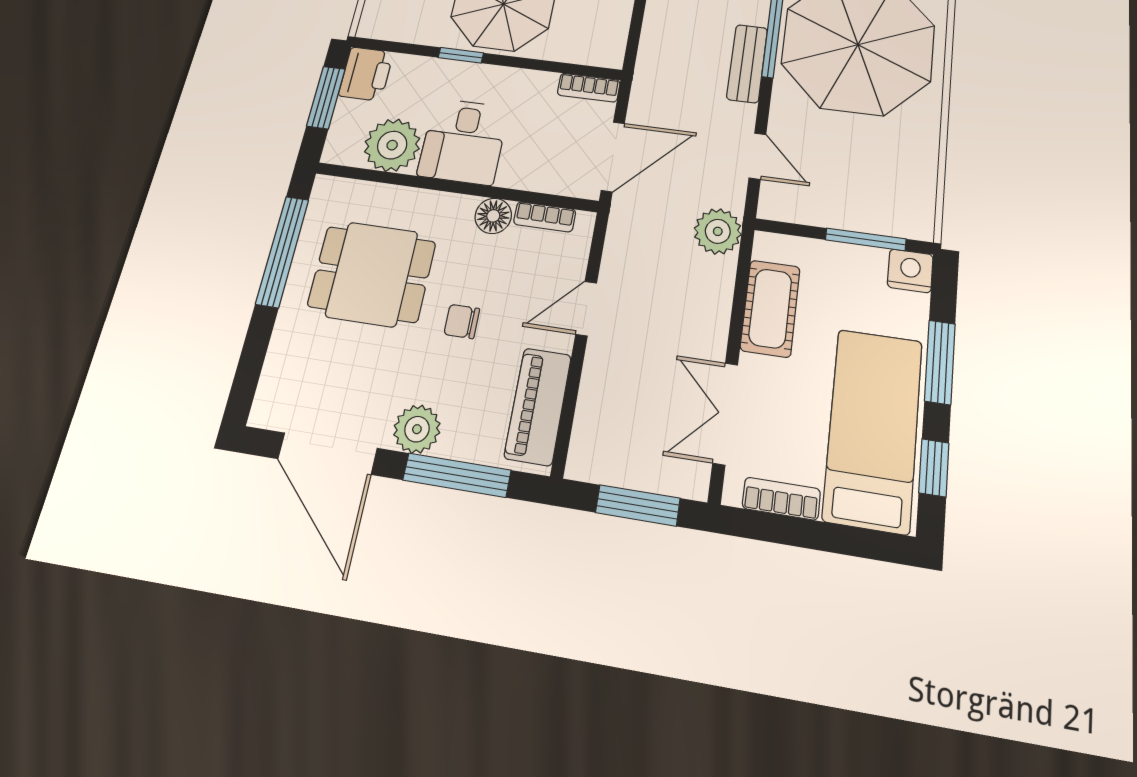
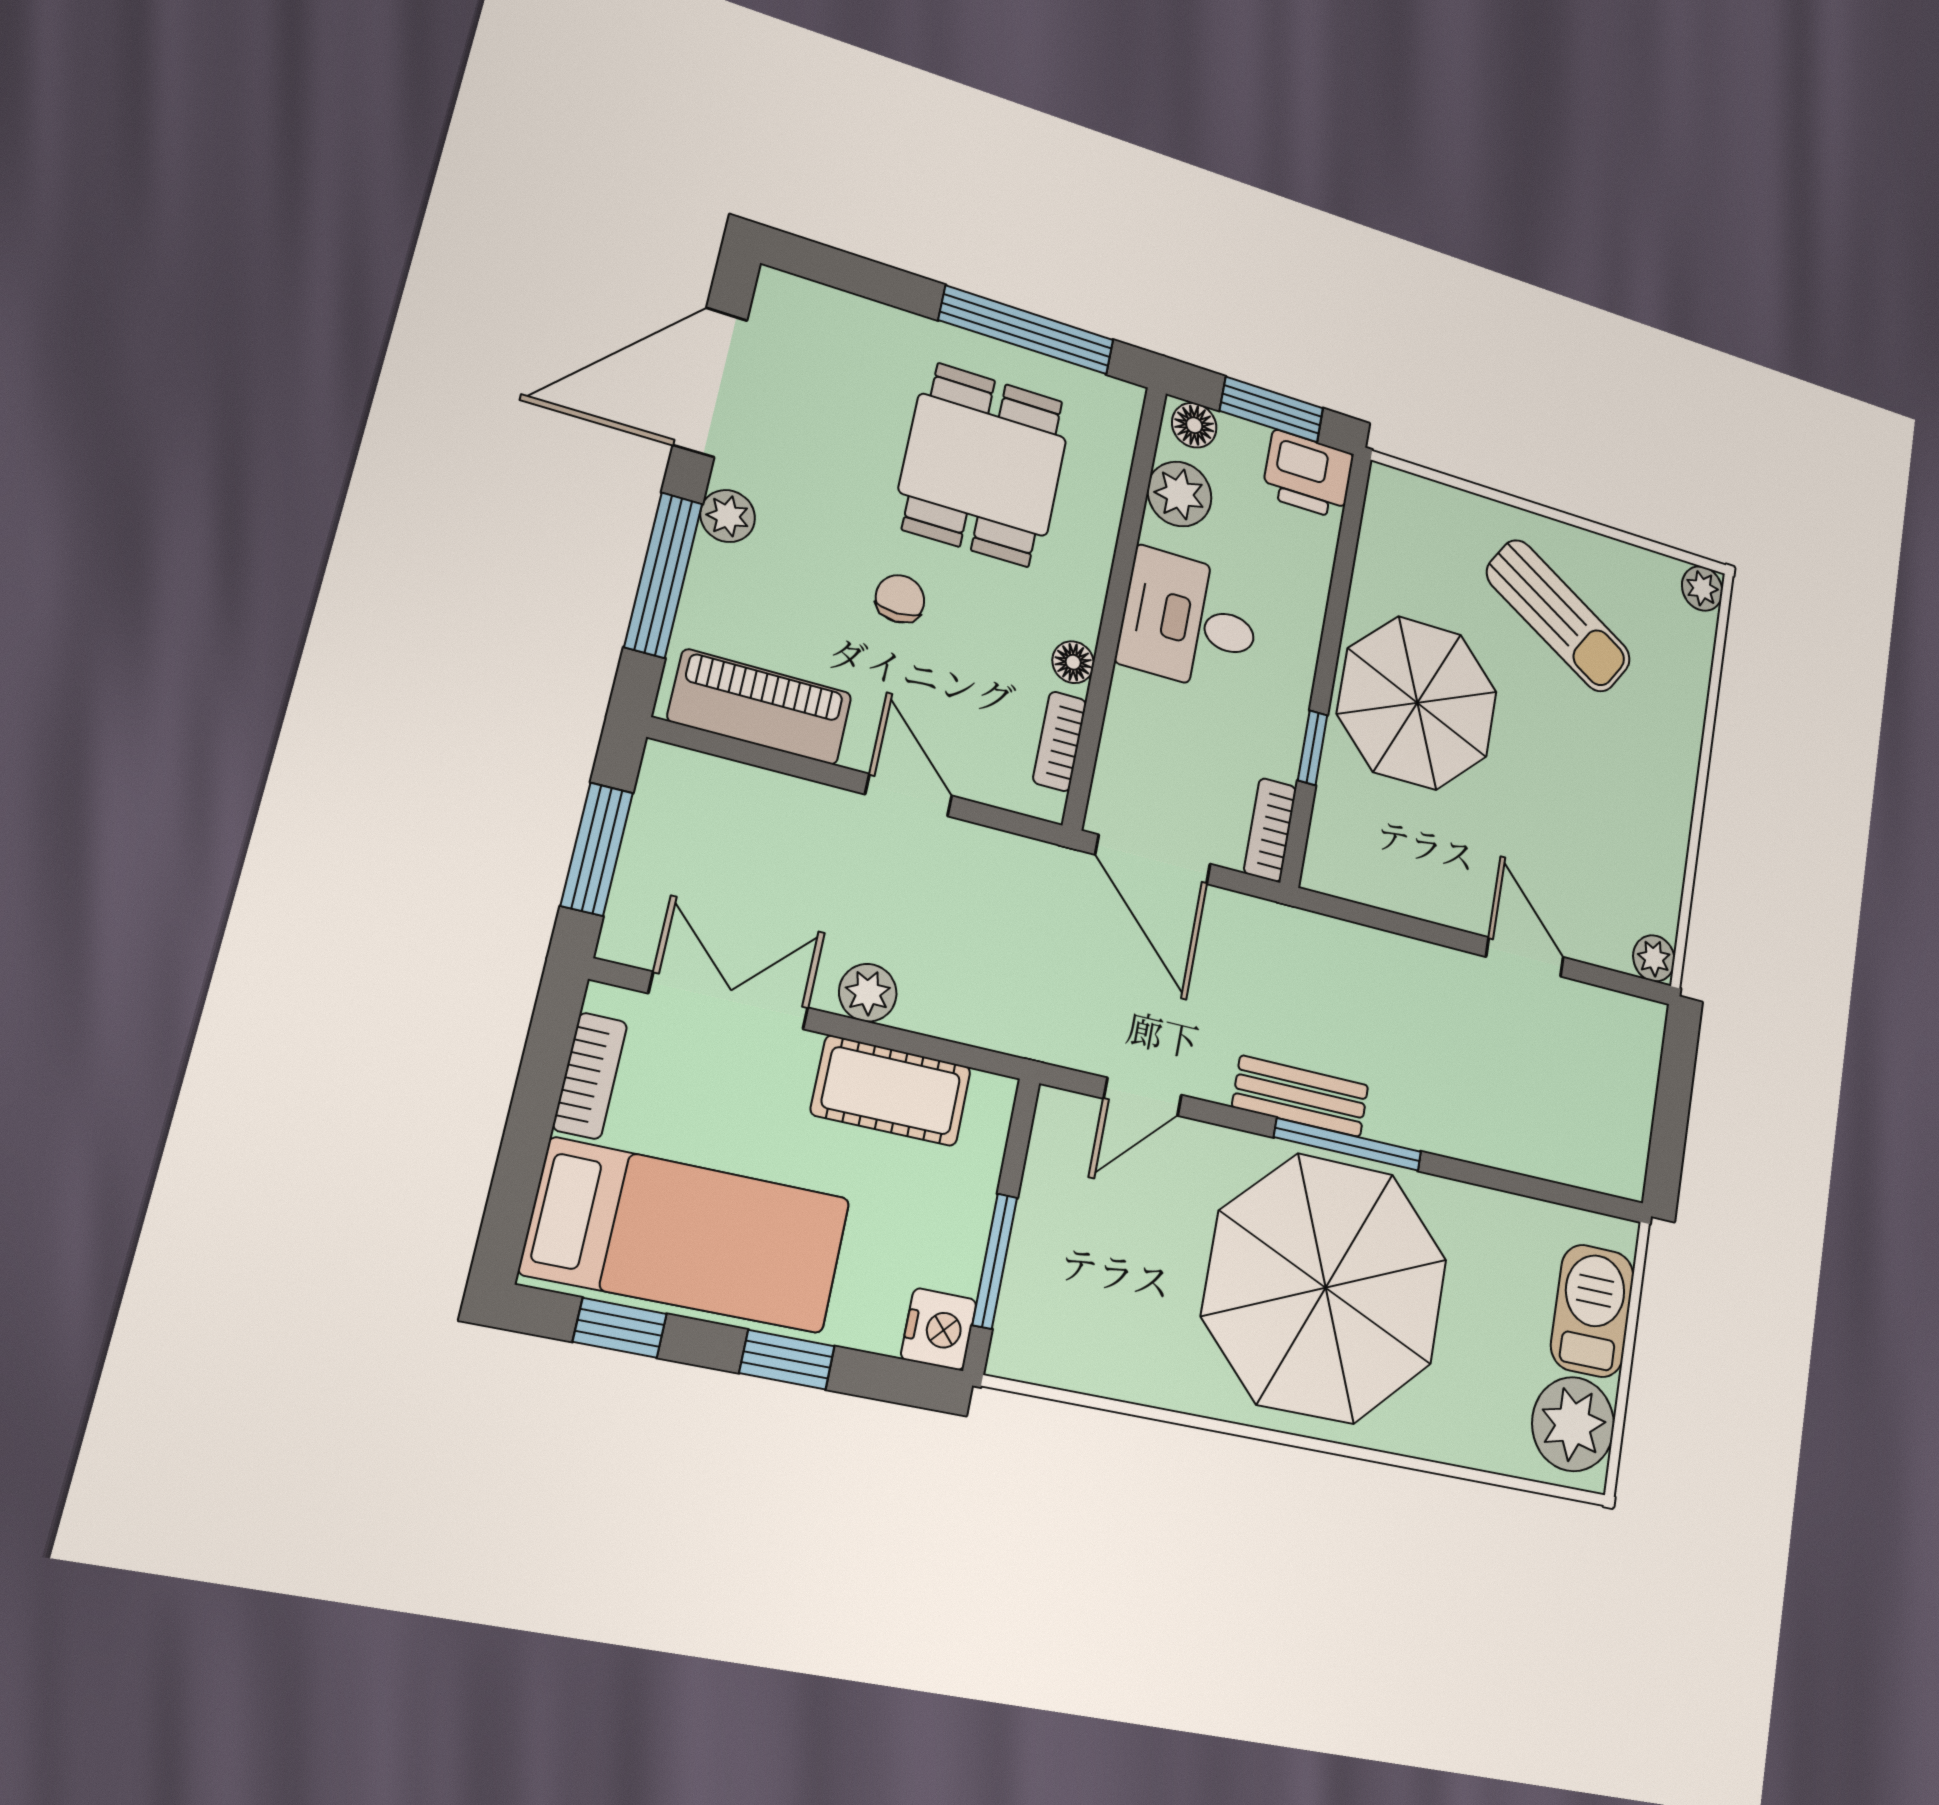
window: (461, 55) -> (1313, 748), moved
floor lamp: (339, 144) -> (1194, 425), added
plant: (392, 145) -> (1179, 494), width x0.73, depth x0.73
floor lamp: (493, 216) -> (1073, 662), width x0.73, depth x0.73
plant: (718, 231) -> (868, 993), moved, width x0.73, depth x0.73
window: (940, 362) -> (787, 1360), width x0.67
plant: (417, 429) -> (728, 516), width x0.73, depth x0.73

